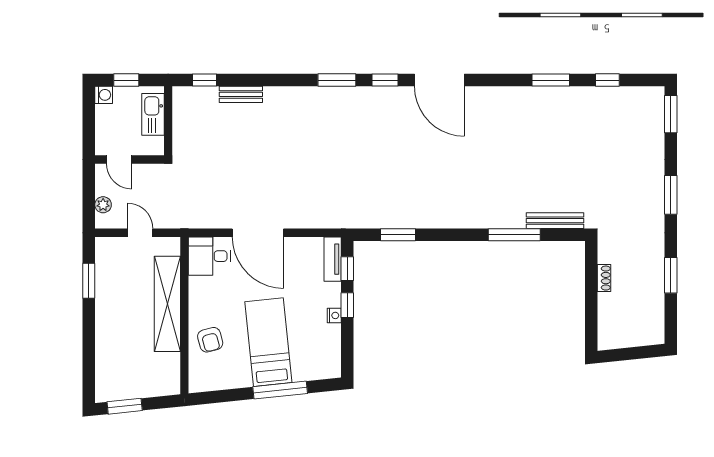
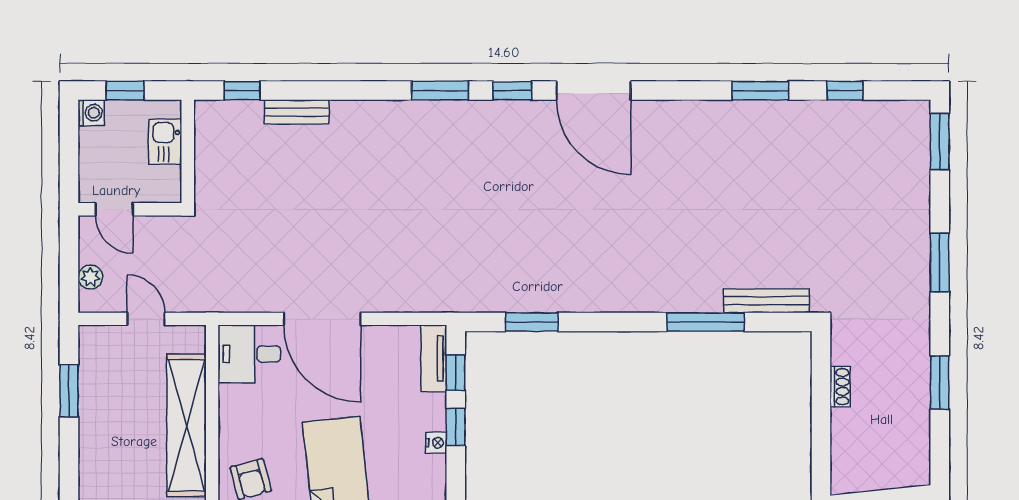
kitchen sink: (153, 114) -> (165, 142), width x0.73

